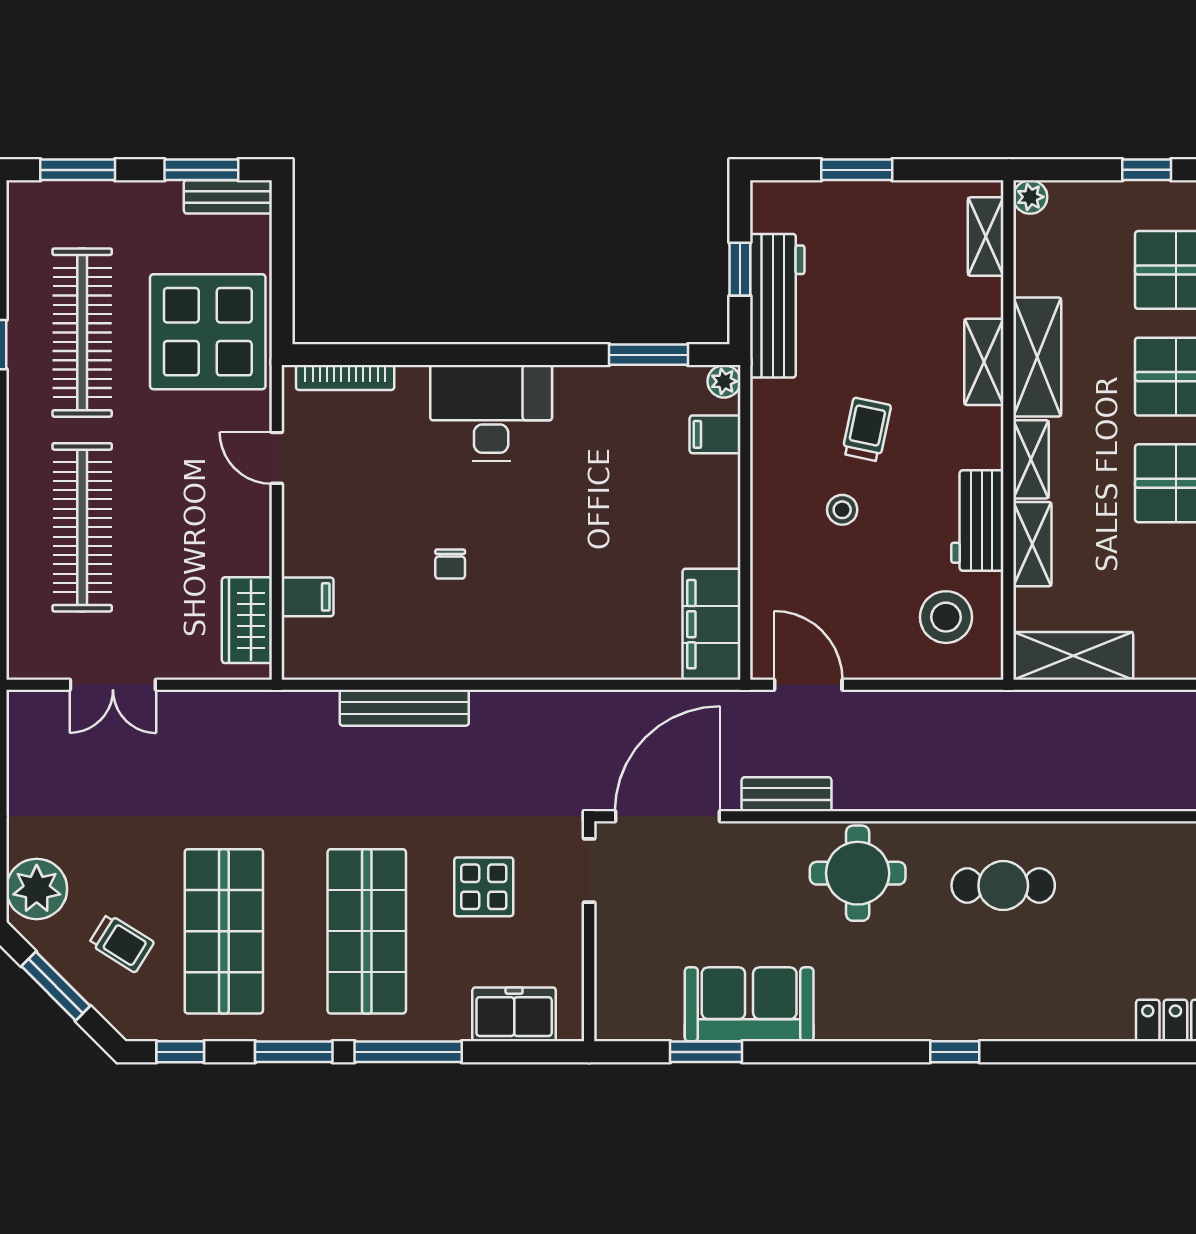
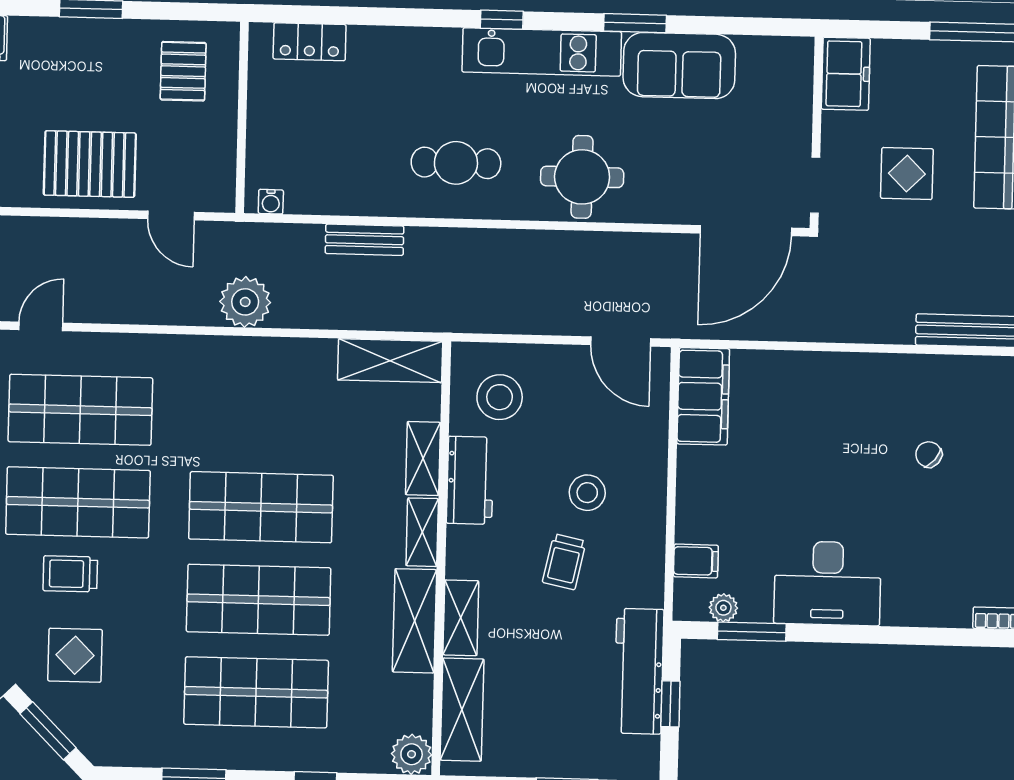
plant: (1030, 197) -> (412, 754), width x1.38, depth x1.38
shelving: (986, 237) -> (462, 710), width x1.50, depth x1.33
plant: (724, 381) -> (723, 608), moved
desk: (491, 413) -> (828, 583), moved
stool: (842, 510) -> (587, 493), width x1.37, depth x1.37
chair: (450, 564) -> (929, 454), turned -50
bench: (787, 794) -> (365, 240), moved
freezer: (514, 1014) -> (846, 74), moved, turned -90
kitchen unit: (908, 1016) -> (542, 52), added
window: (706, 1052) -> (635, 23), moved

